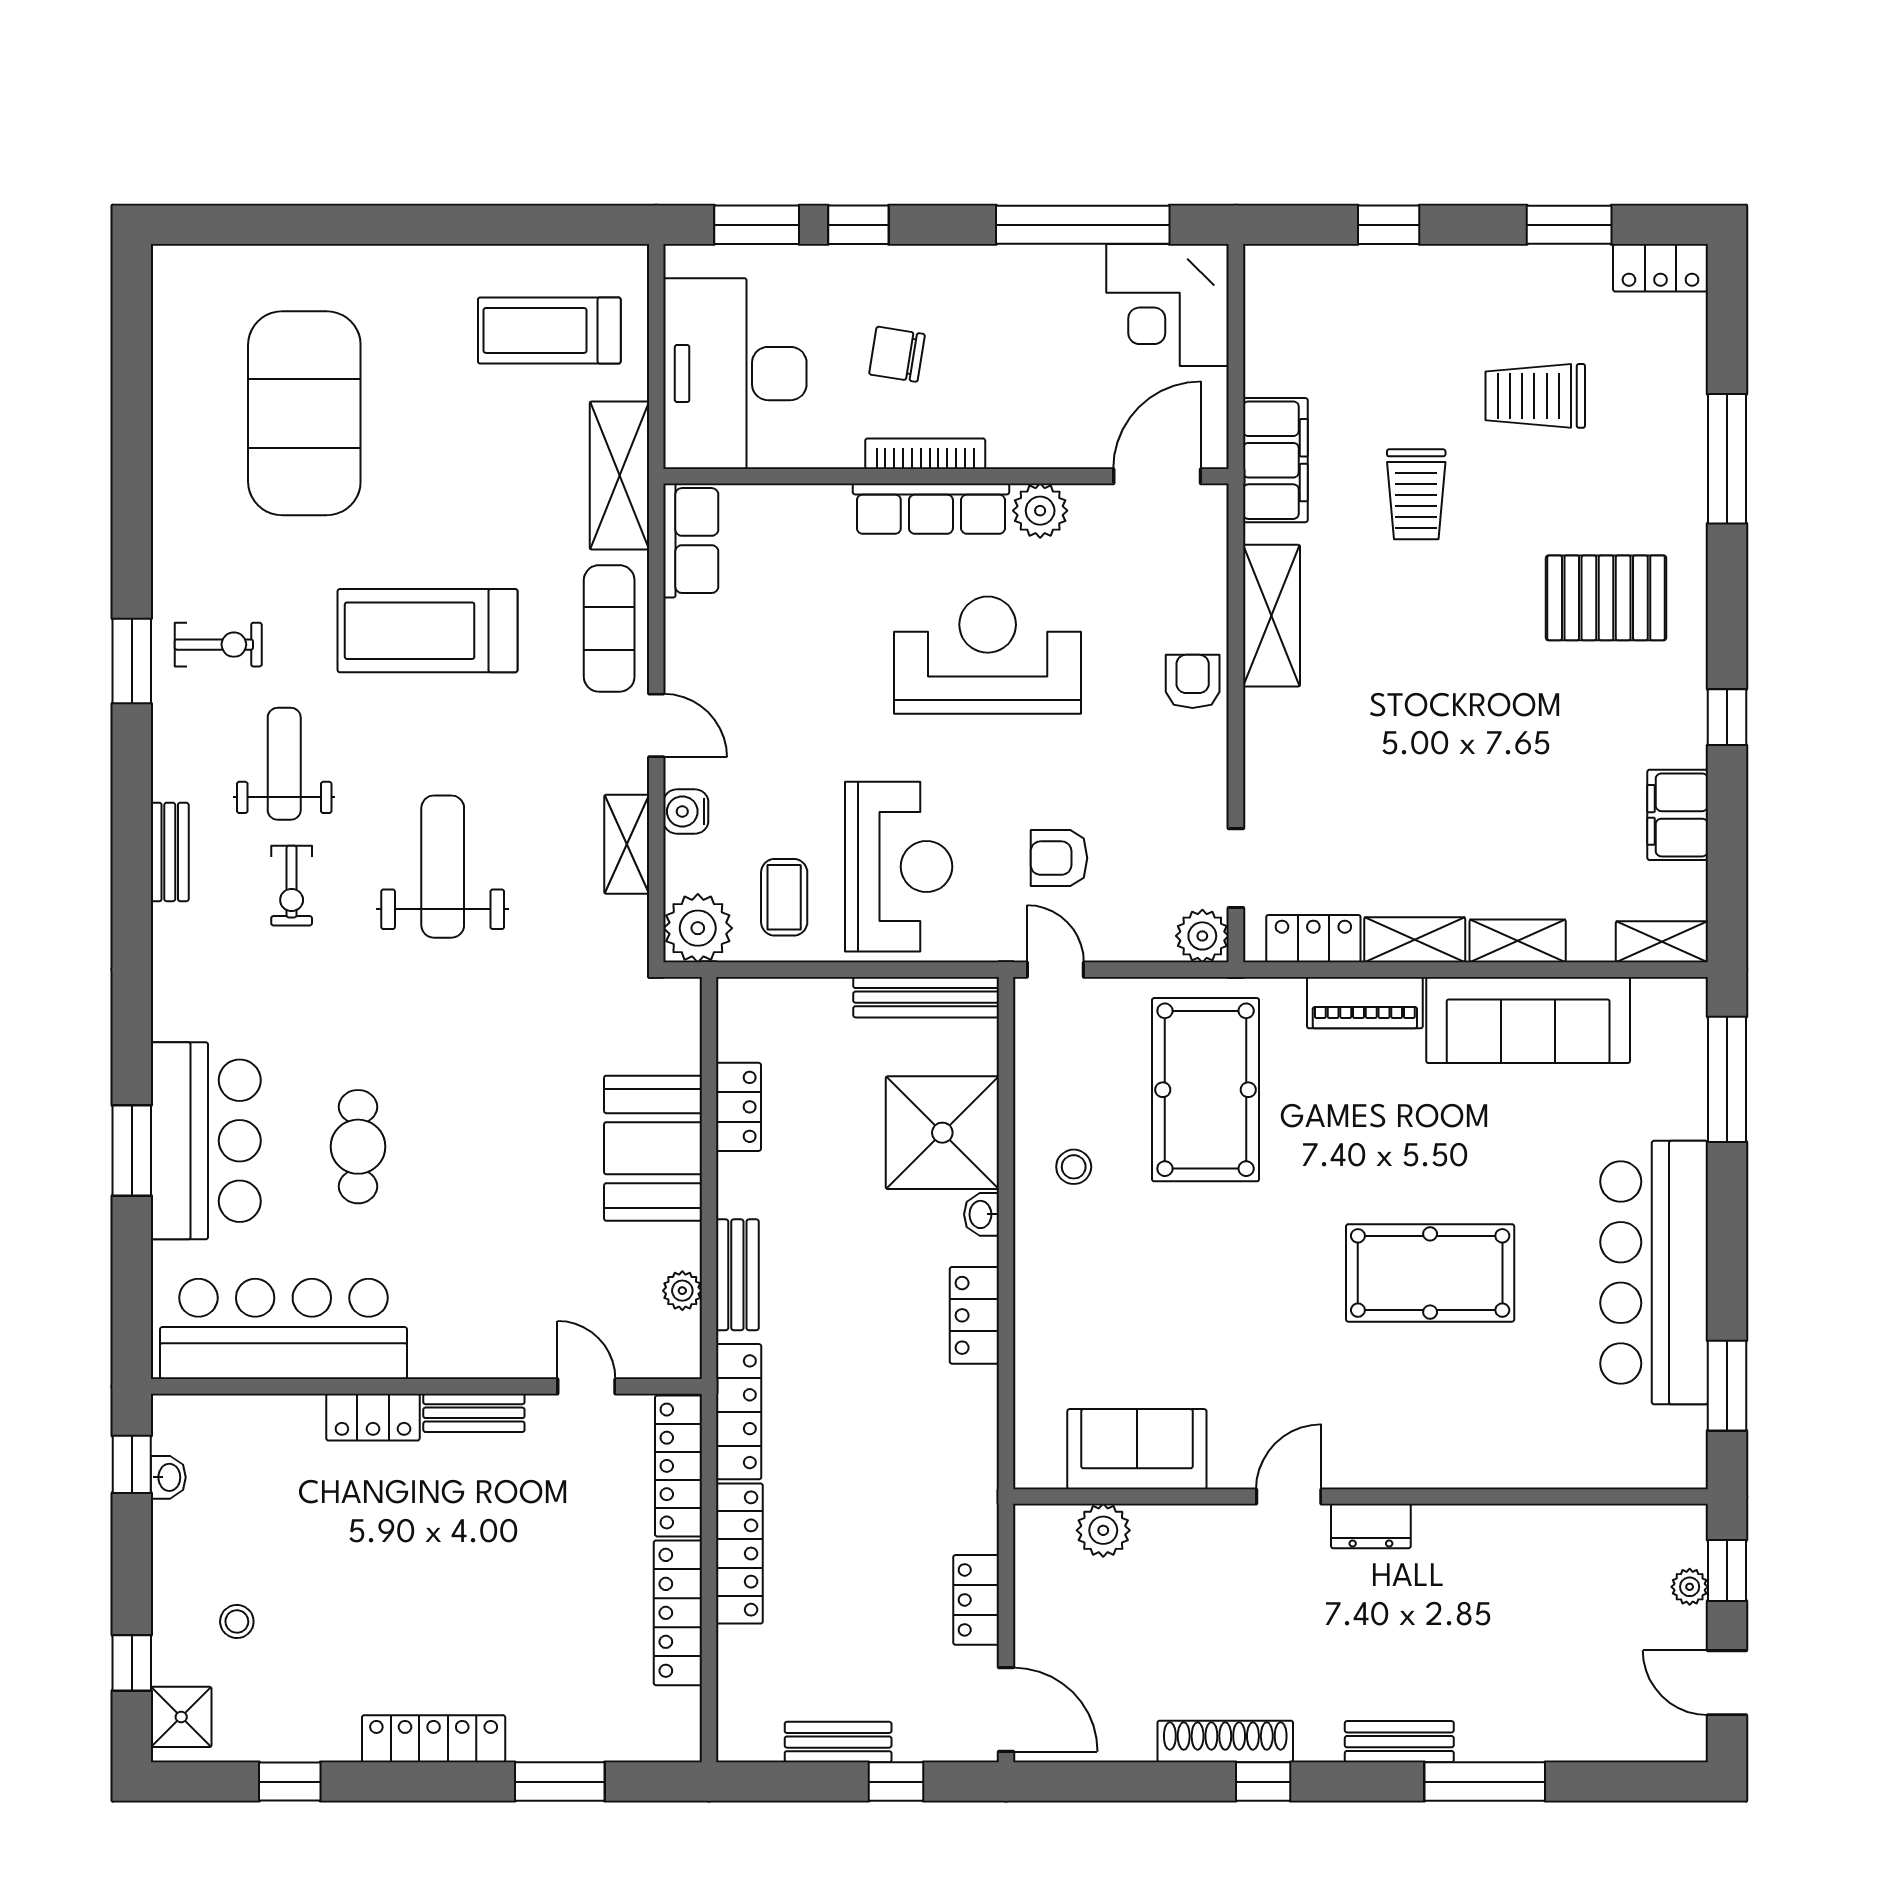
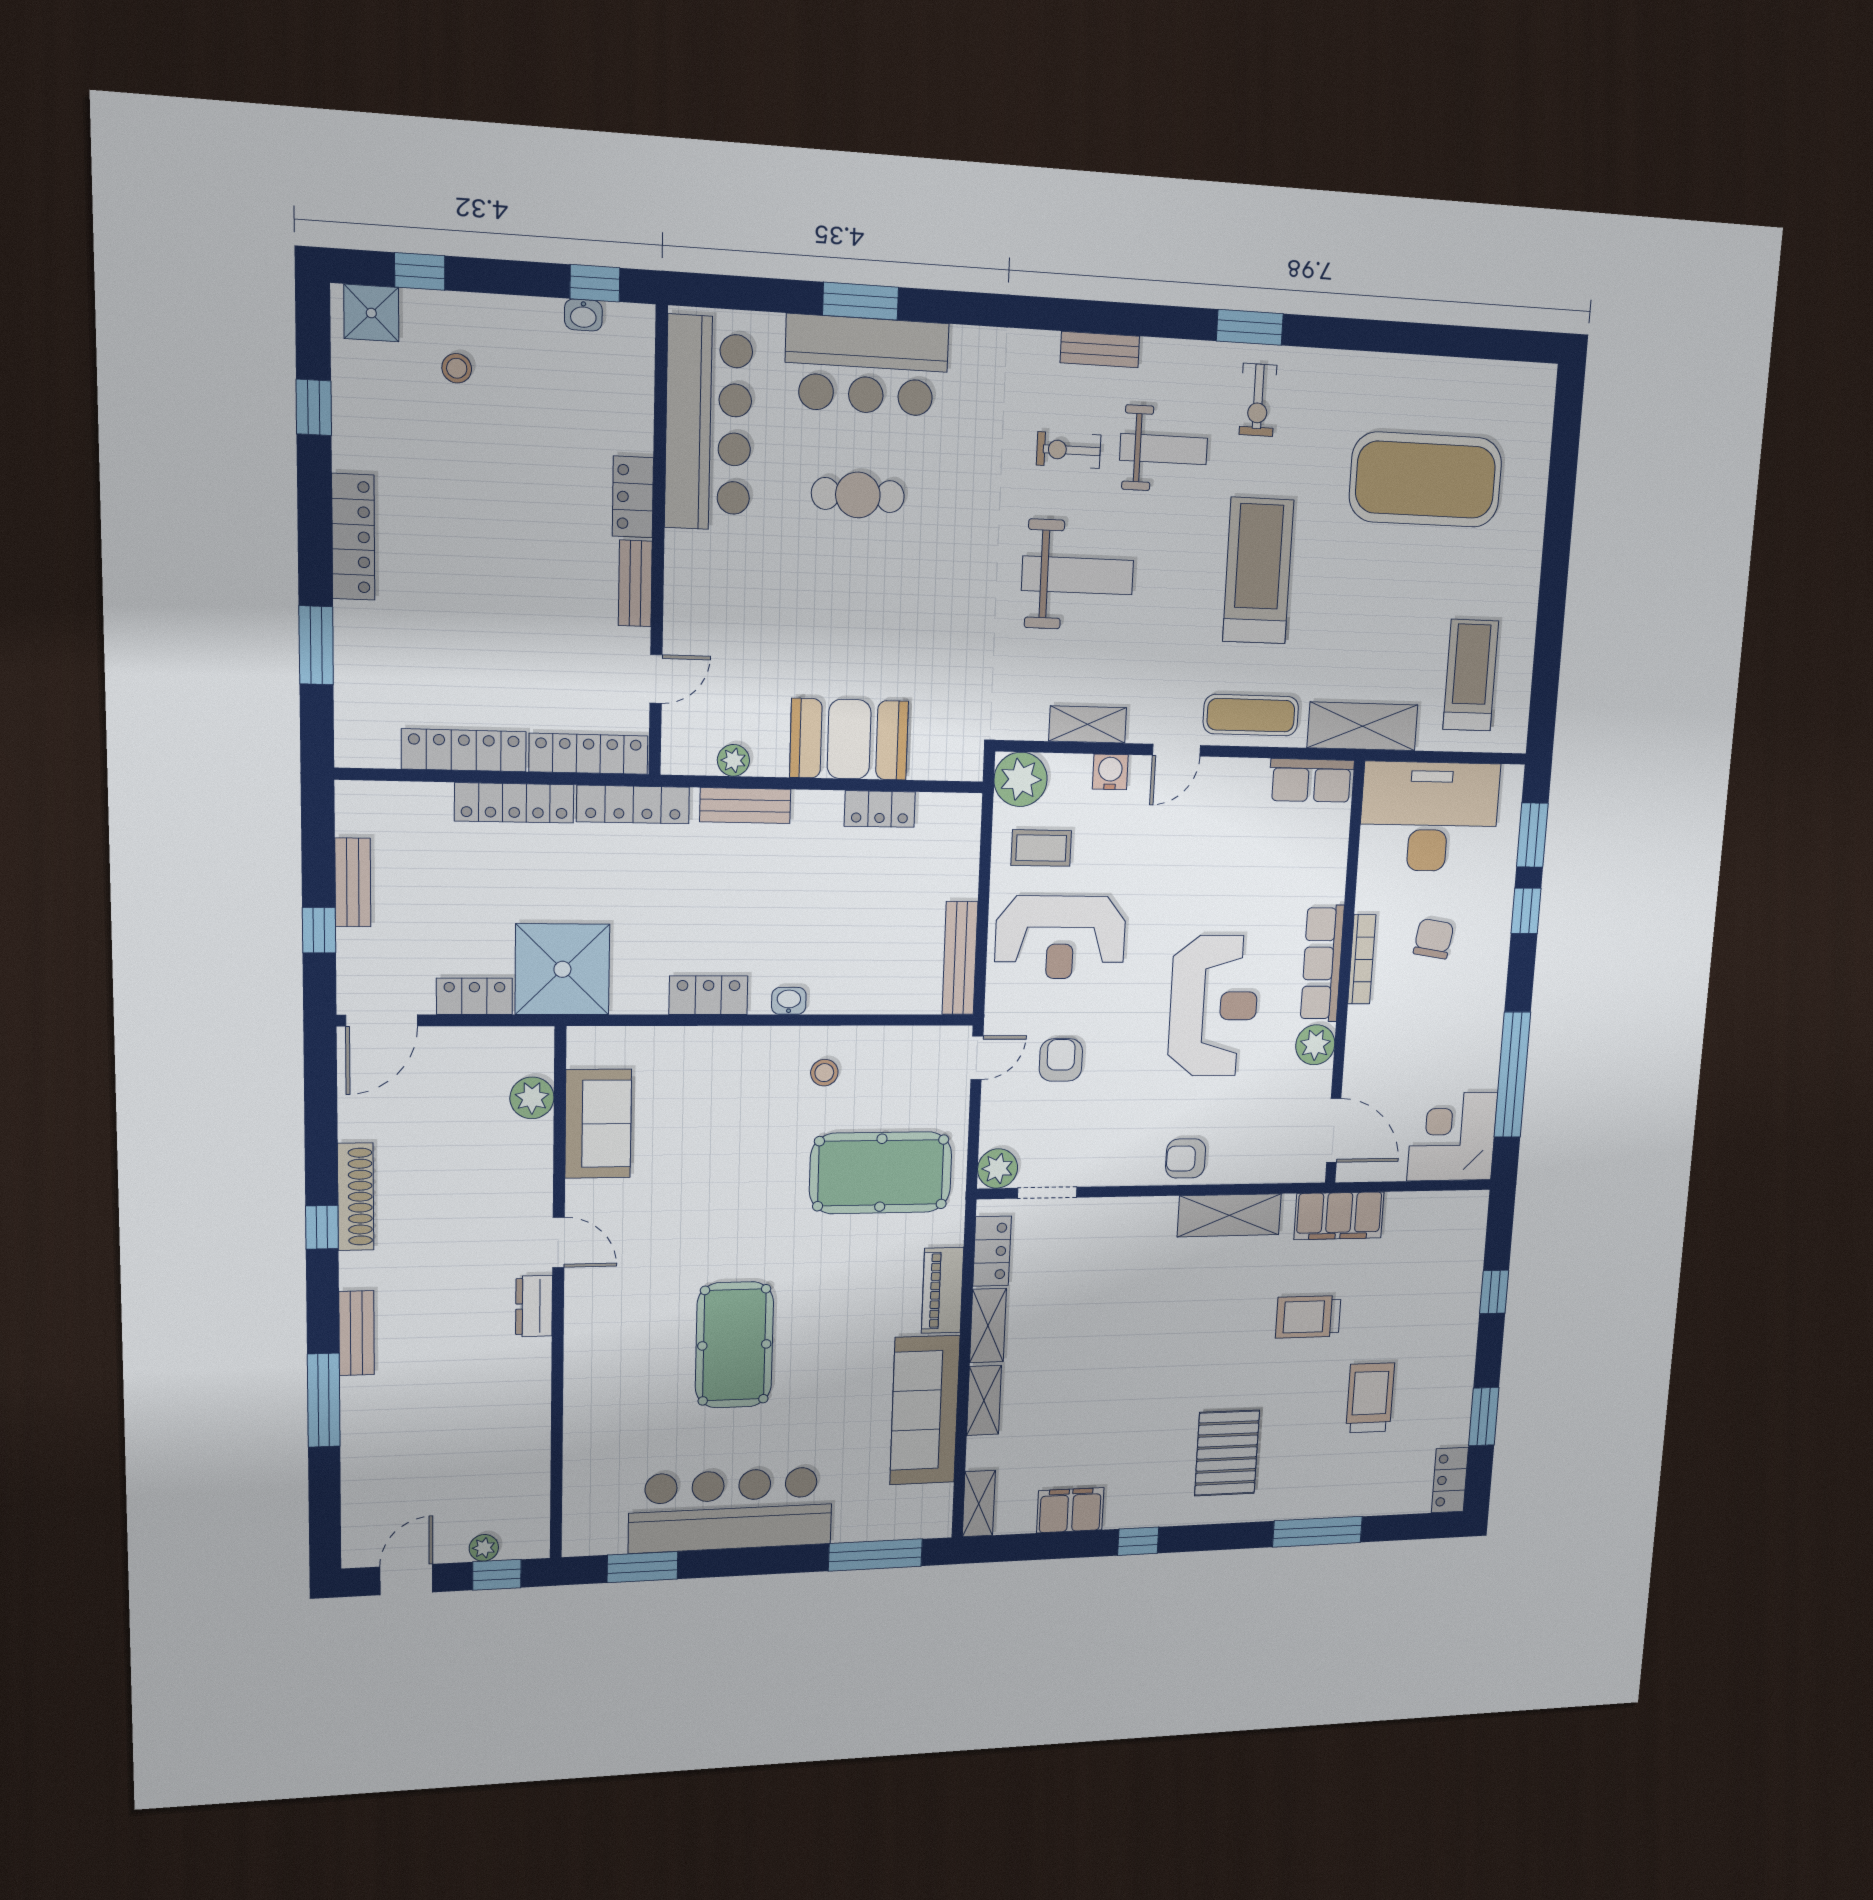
armchair: (1193, 681) -> (1186, 1158), turned 180
shower: (942, 1133) -> (562, 969), moved

